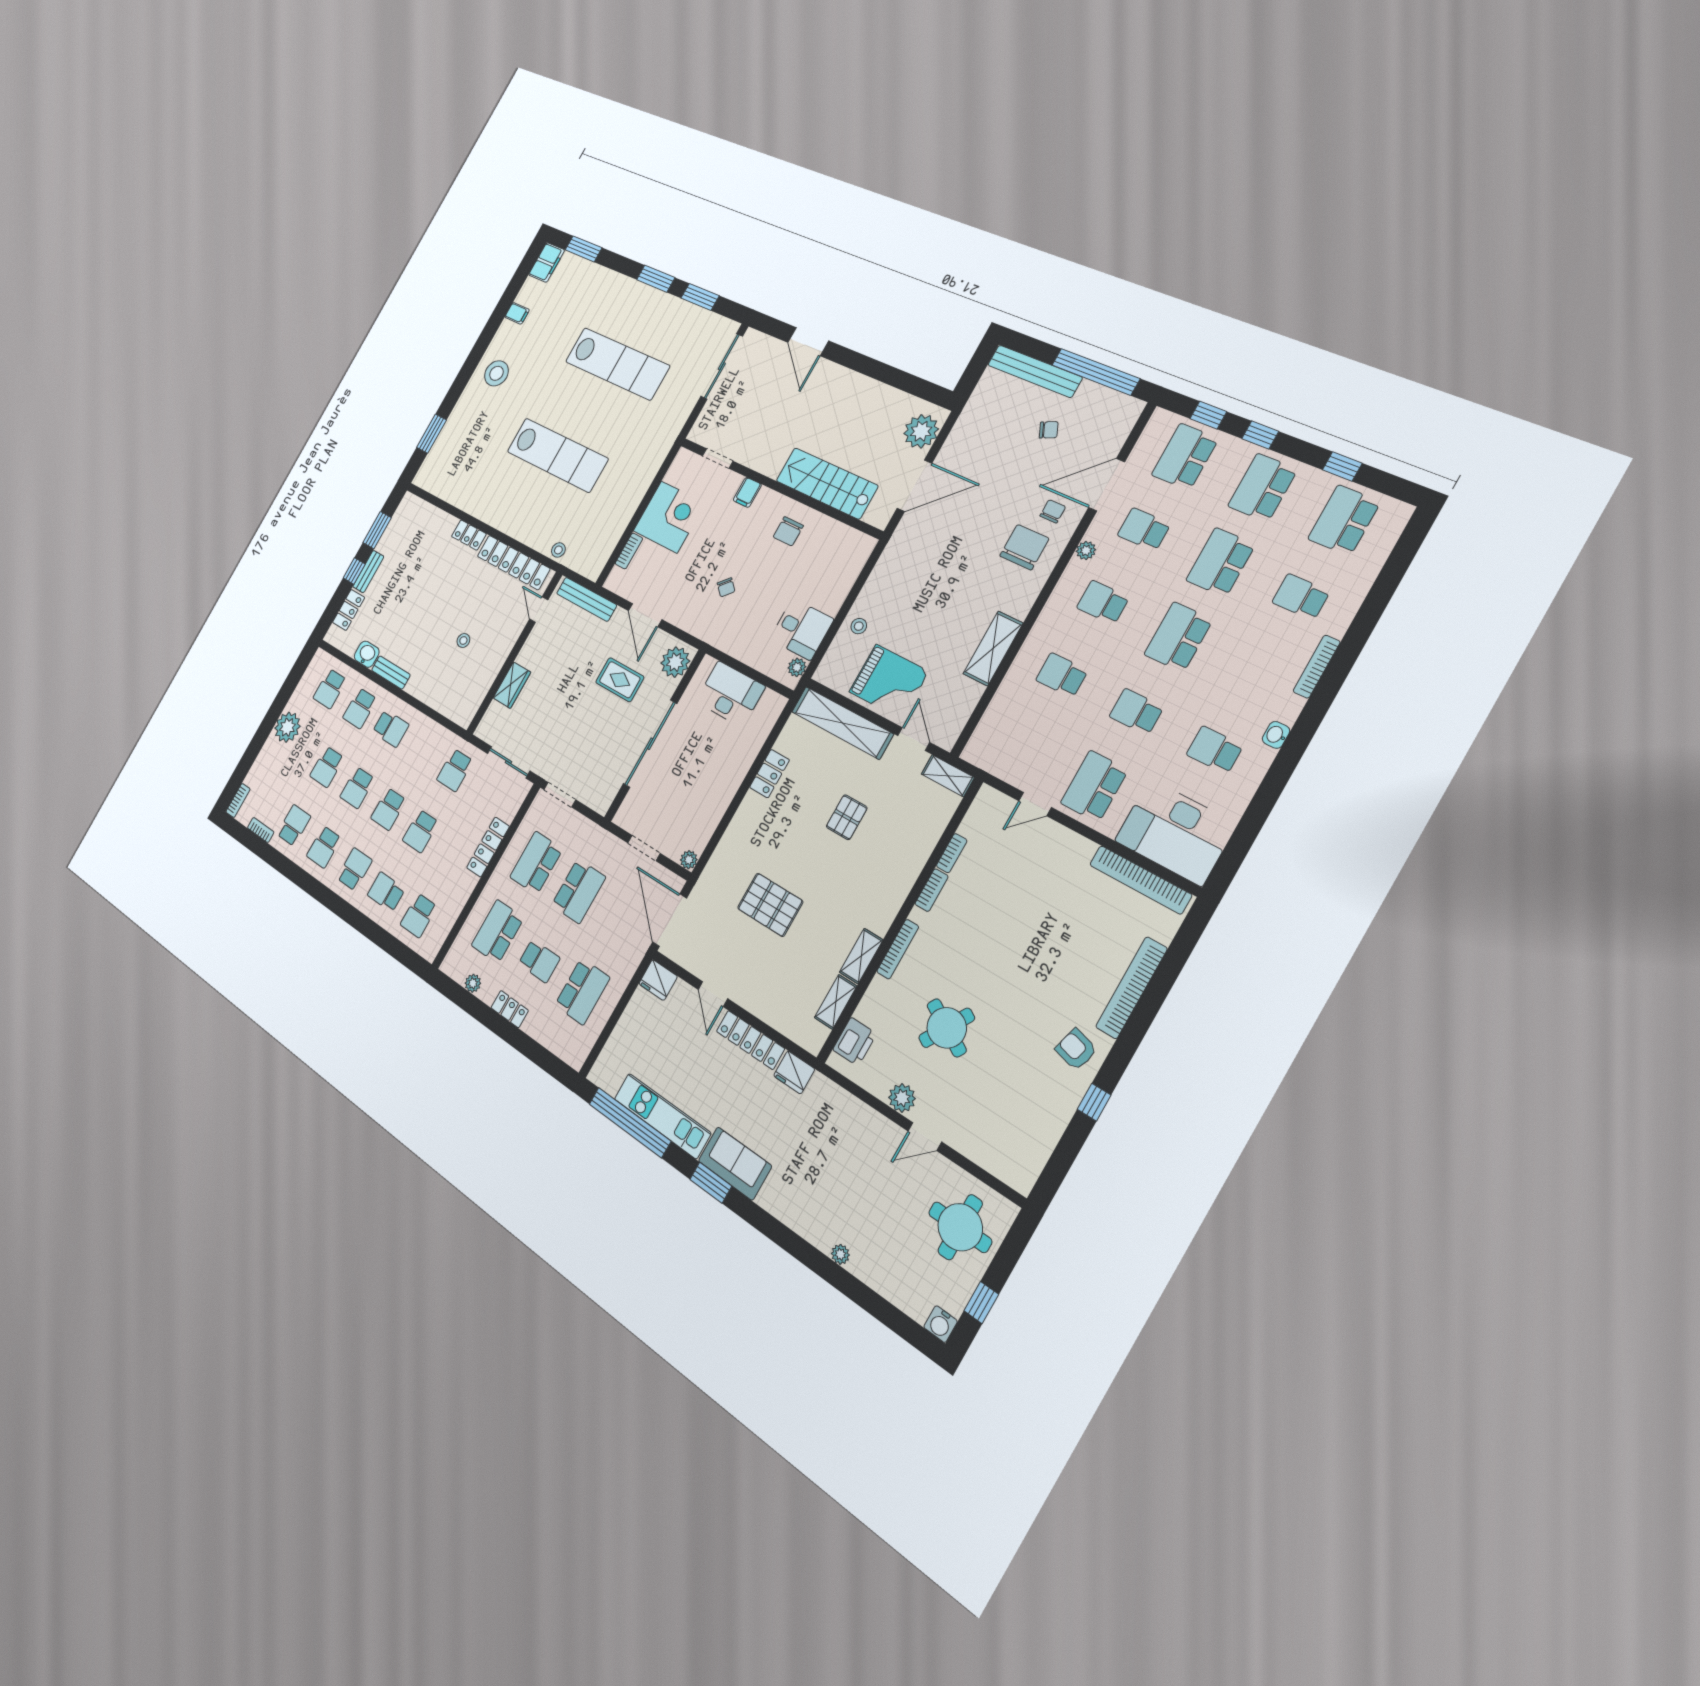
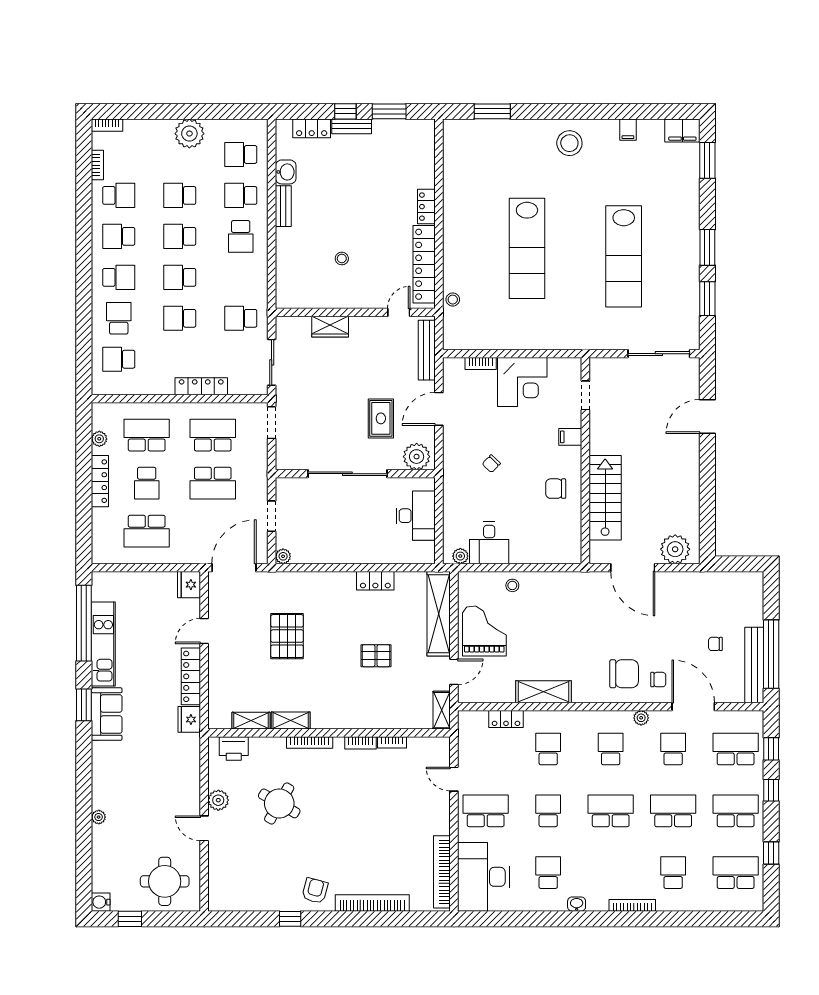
bench: (1035, 371) -> (754, 665), moved
chair: (1049, 430) -> (715, 644), turned 114
grand piano: (889, 682) -> (484, 631), turned 180
locker: (1000, 707) -> (506, 719), added
locker: (510, 1009) -> (100, 481), width x1.53

